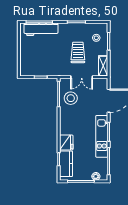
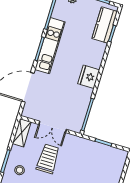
trolley: (78, 52) -> (48, 159), turned 180
double door: (82, 77) -> (53, 127), swing flipped
stool: (71, 98) -> (74, 105), removed
fridge: (66, 143) -> (89, 77), moved

